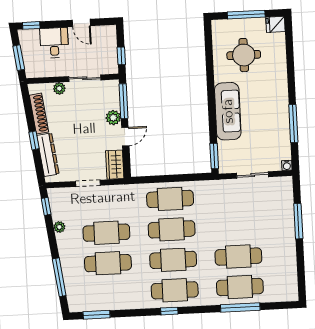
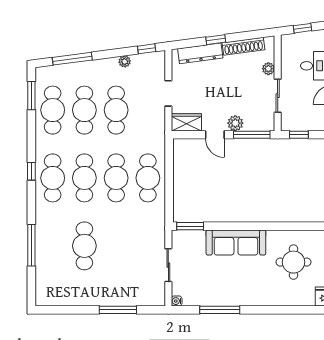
window: (19, 58) -> (303, 28), width x0.67
cafe table: (240, 287) -> (53, 110), moved

